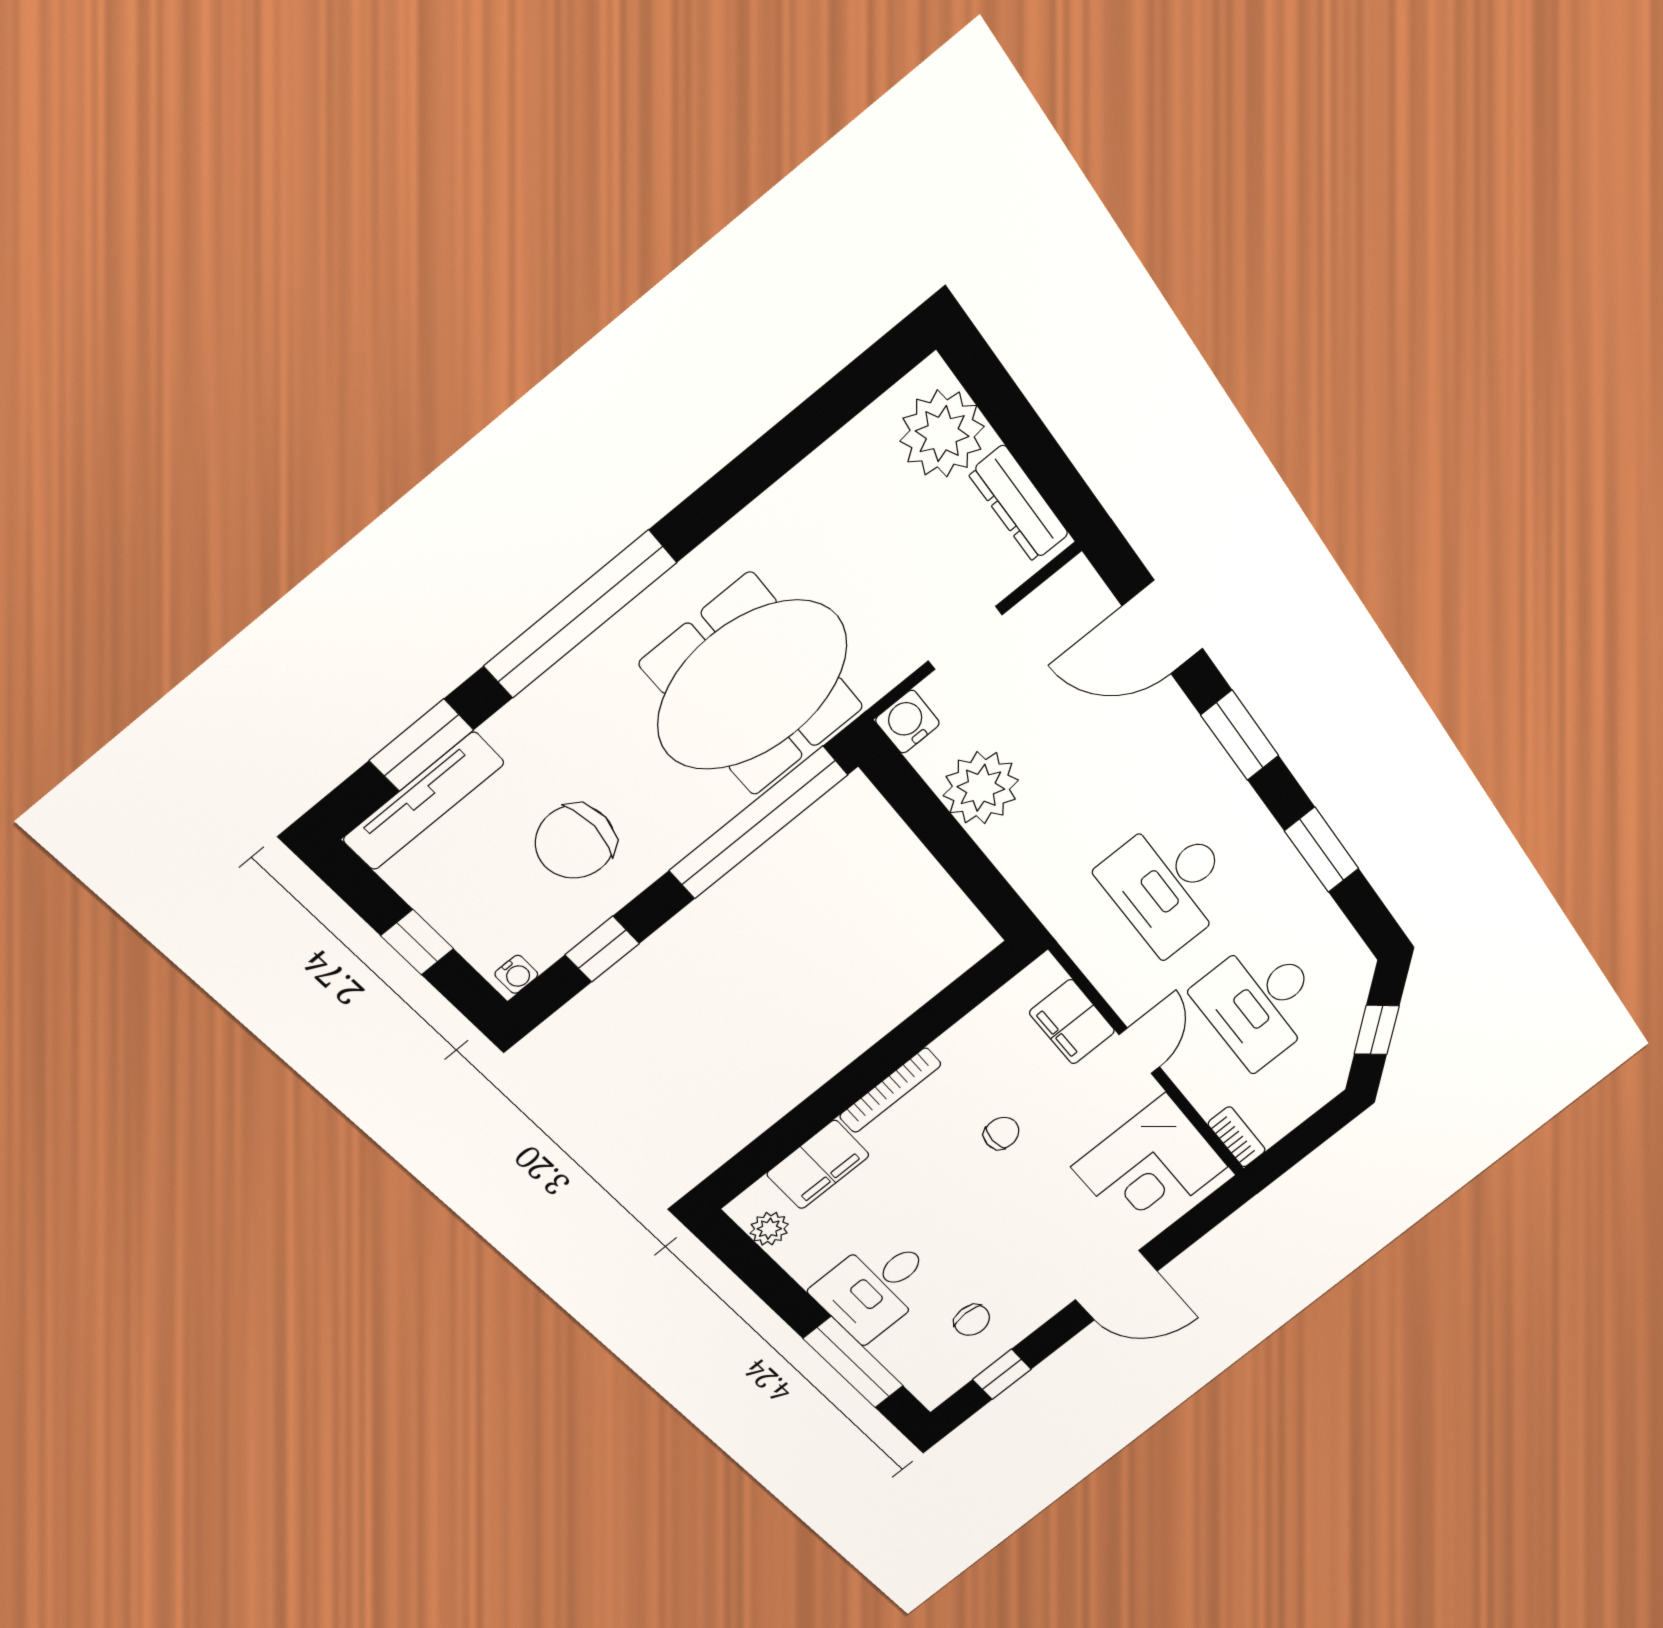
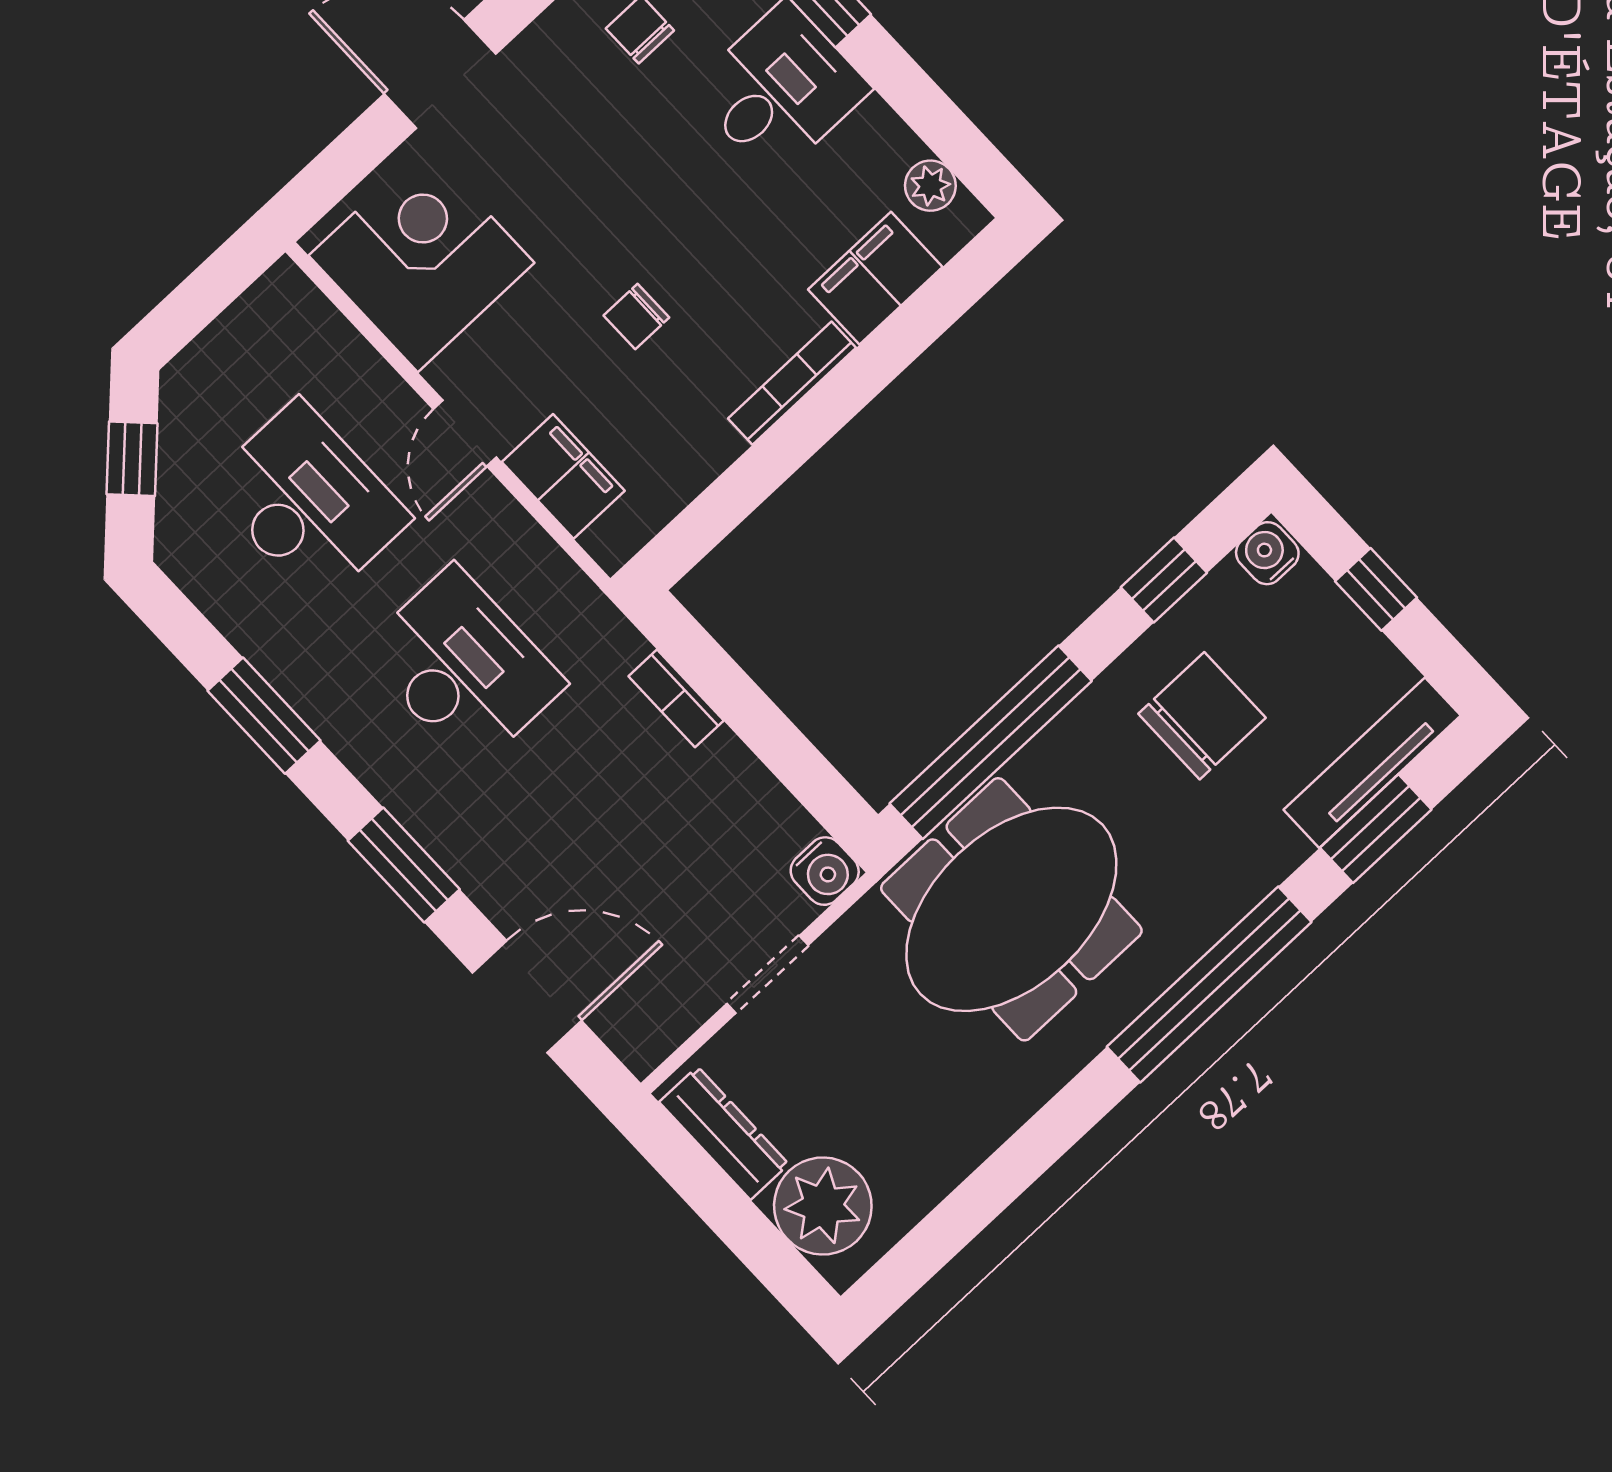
plant: (981, 788) -> (725, 791), removed
water cooler: (516, 974) -> (1267, 553), width x1.38, depth x1.38
bookcase: (1237, 1137) -> (676, 698), moved

